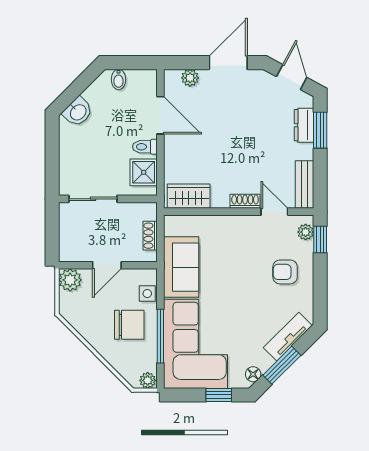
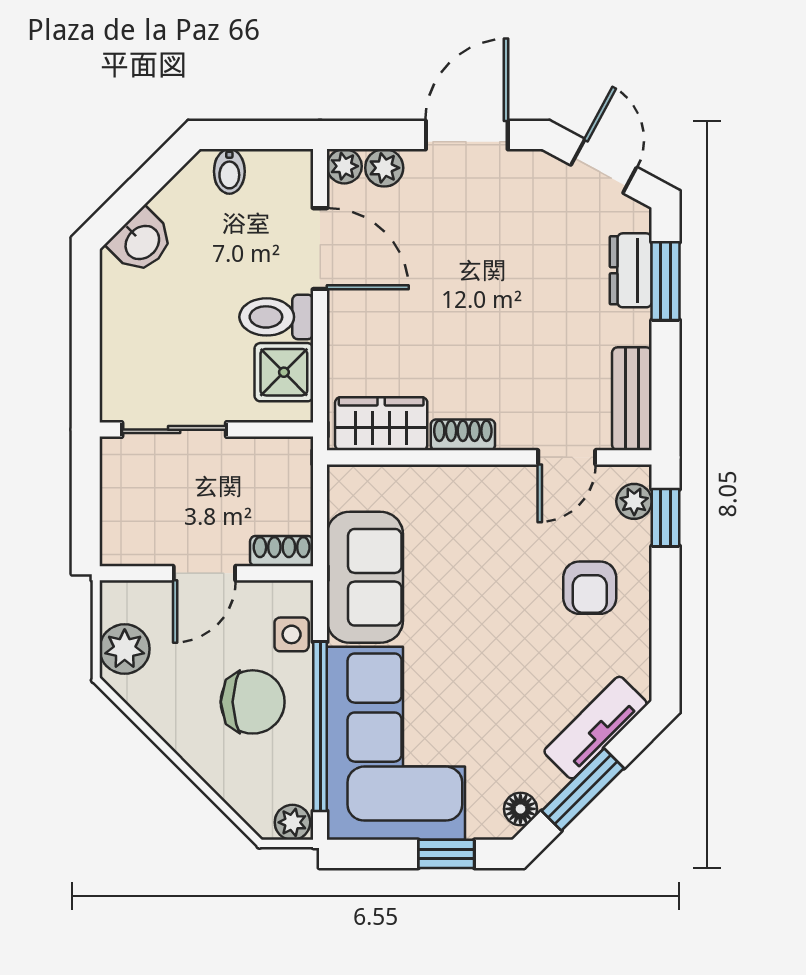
plant: (172, 77) -> (344, 166), added
toilet: (145, 147) -> (276, 317), width x1.37, depth x1.39
shoe rack: (245, 201) -> (463, 435), moved
door: (274, 212) -> (567, 457), swing flipped
shoe rack: (150, 236) -> (282, 551), moved, turned 90
armchair: (285, 272) -> (590, 588), turned -90
plant: (70, 280) -> (125, 649), moved
window: (160, 336) -> (320, 726), width x1.46

